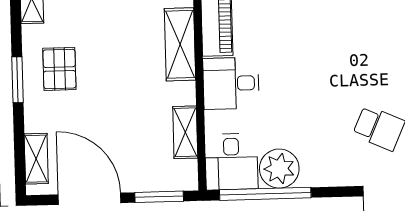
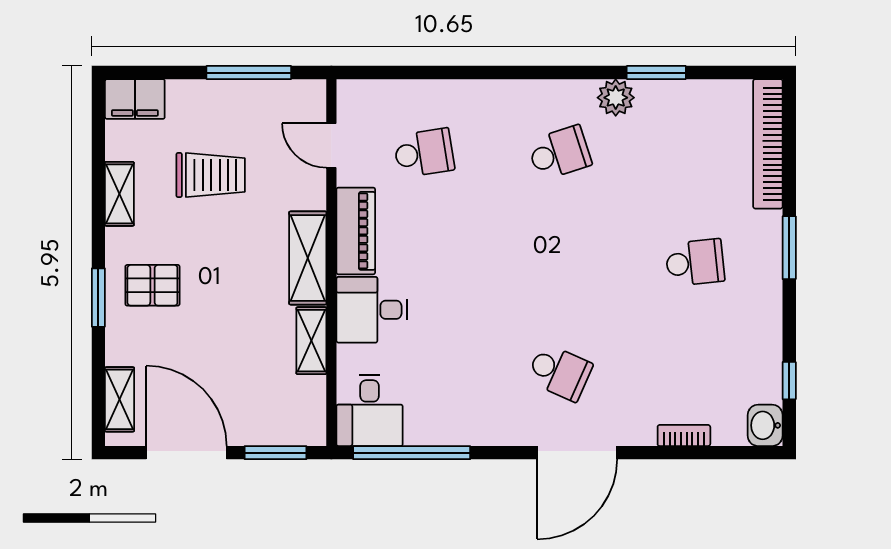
pallet: (59, 69) -> (152, 285), turned 90
shelving: (185, 132) -> (311, 341), moved
plant: (279, 169) -> (431, 421), removed

